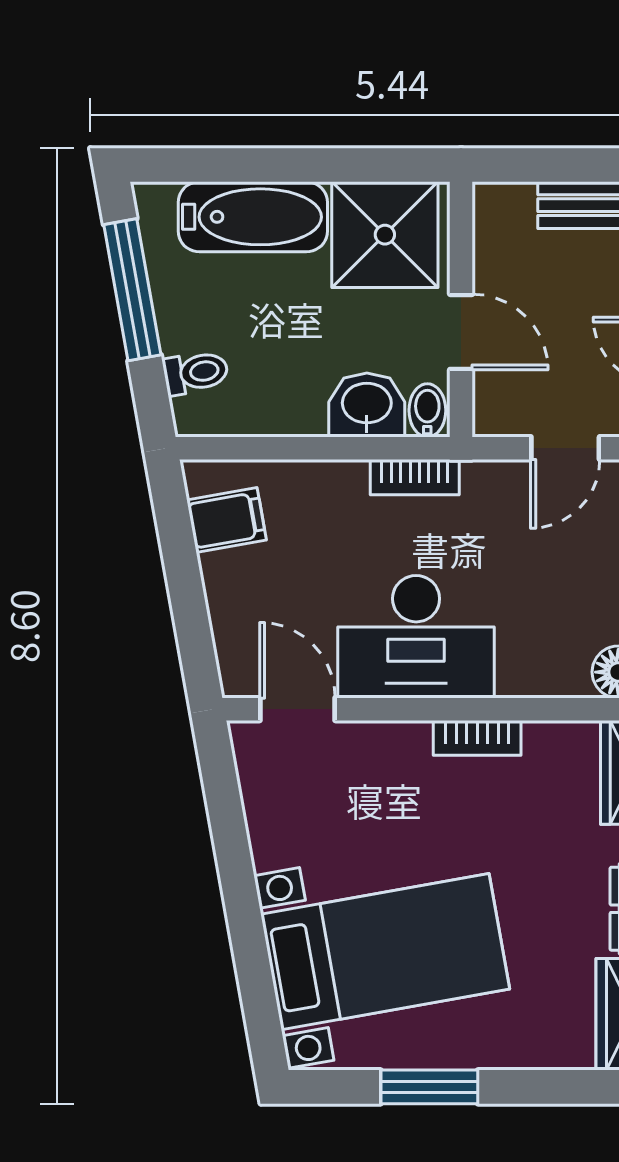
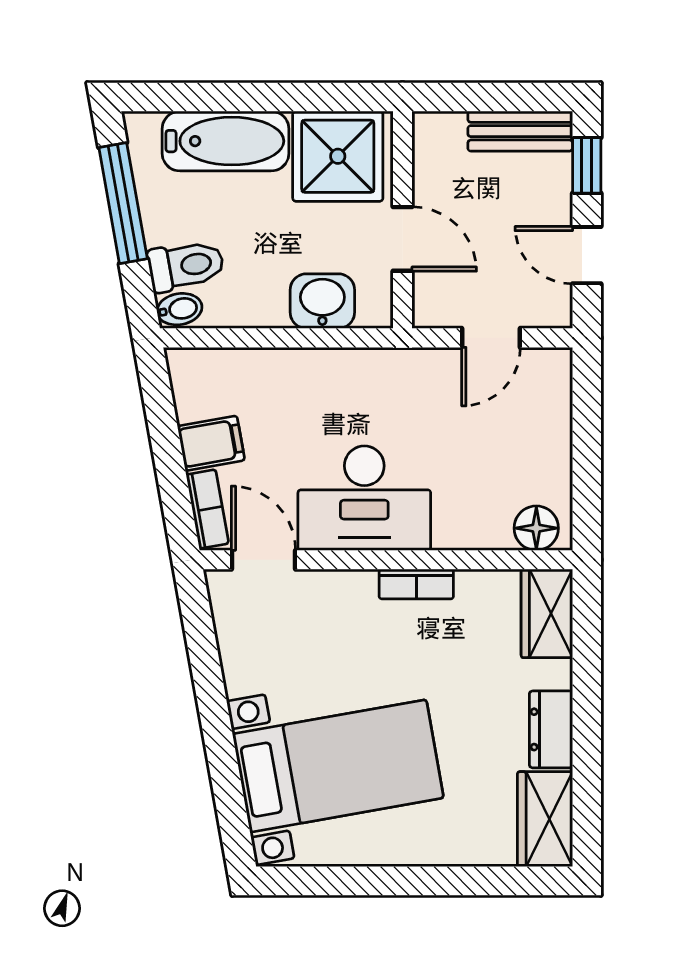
toilet: (196, 373) -> (186, 266), width x1.37, depth x1.39
bidet: (427, 410) -> (179, 309), moved, turned 80
bookcase: (415, 477) -> (207, 509), moved, turned -100
filing cabinet: (227, 520) -> (211, 443), moved
window: (429, 1087) -> (376, 881), removed

